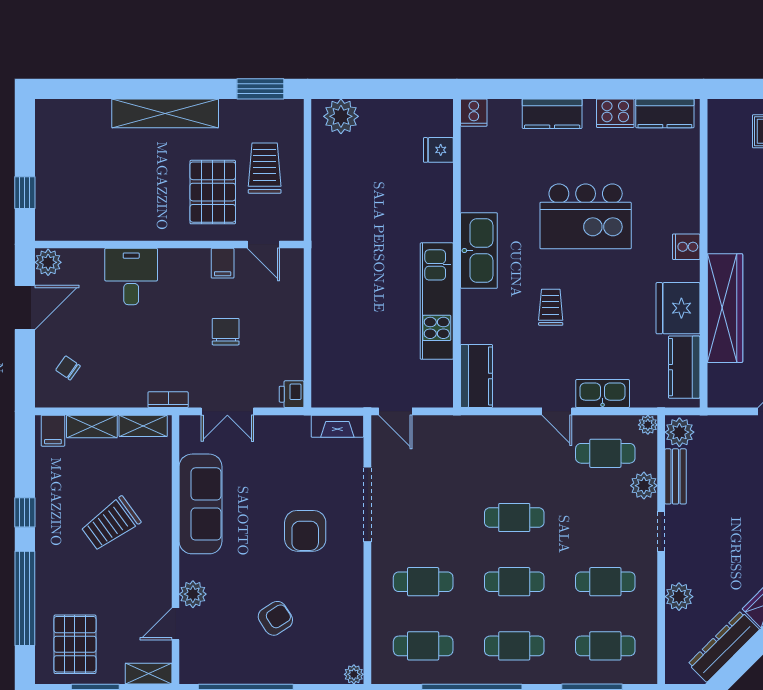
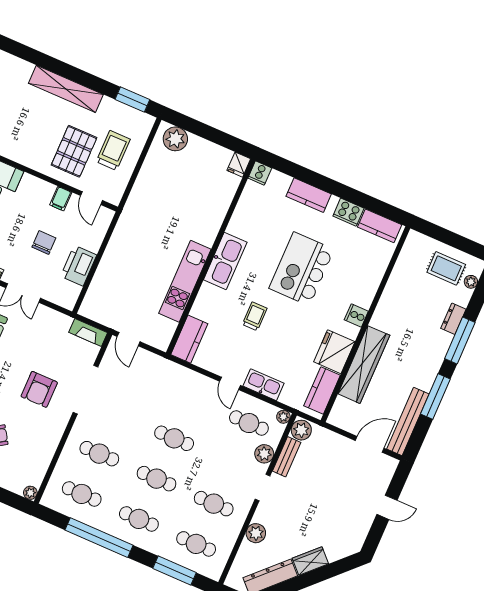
fridge: (438, 150) -> (239, 165), moved, turned -90
kitchen island: (586, 216) -> (302, 269), turned 90
printer: (292, 394) -> (79, 266), moved, width x1.87, depth x1.48

